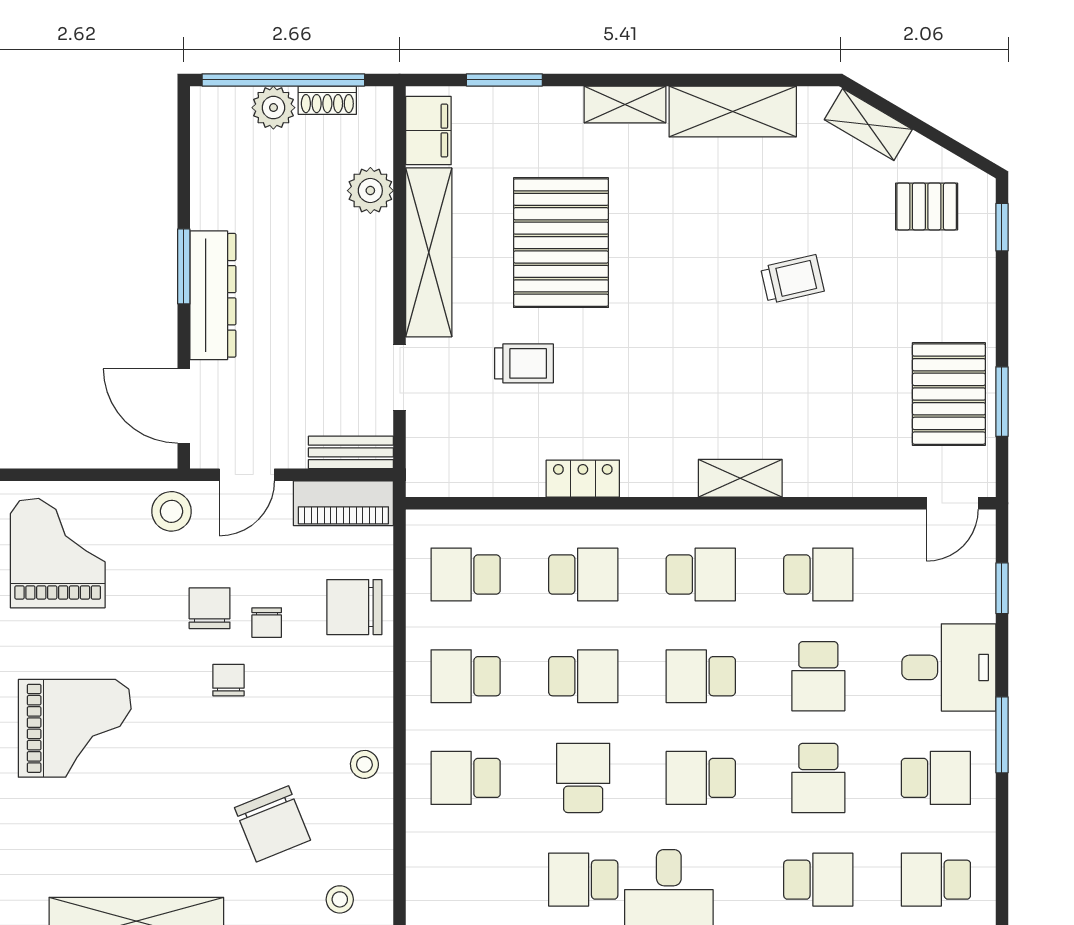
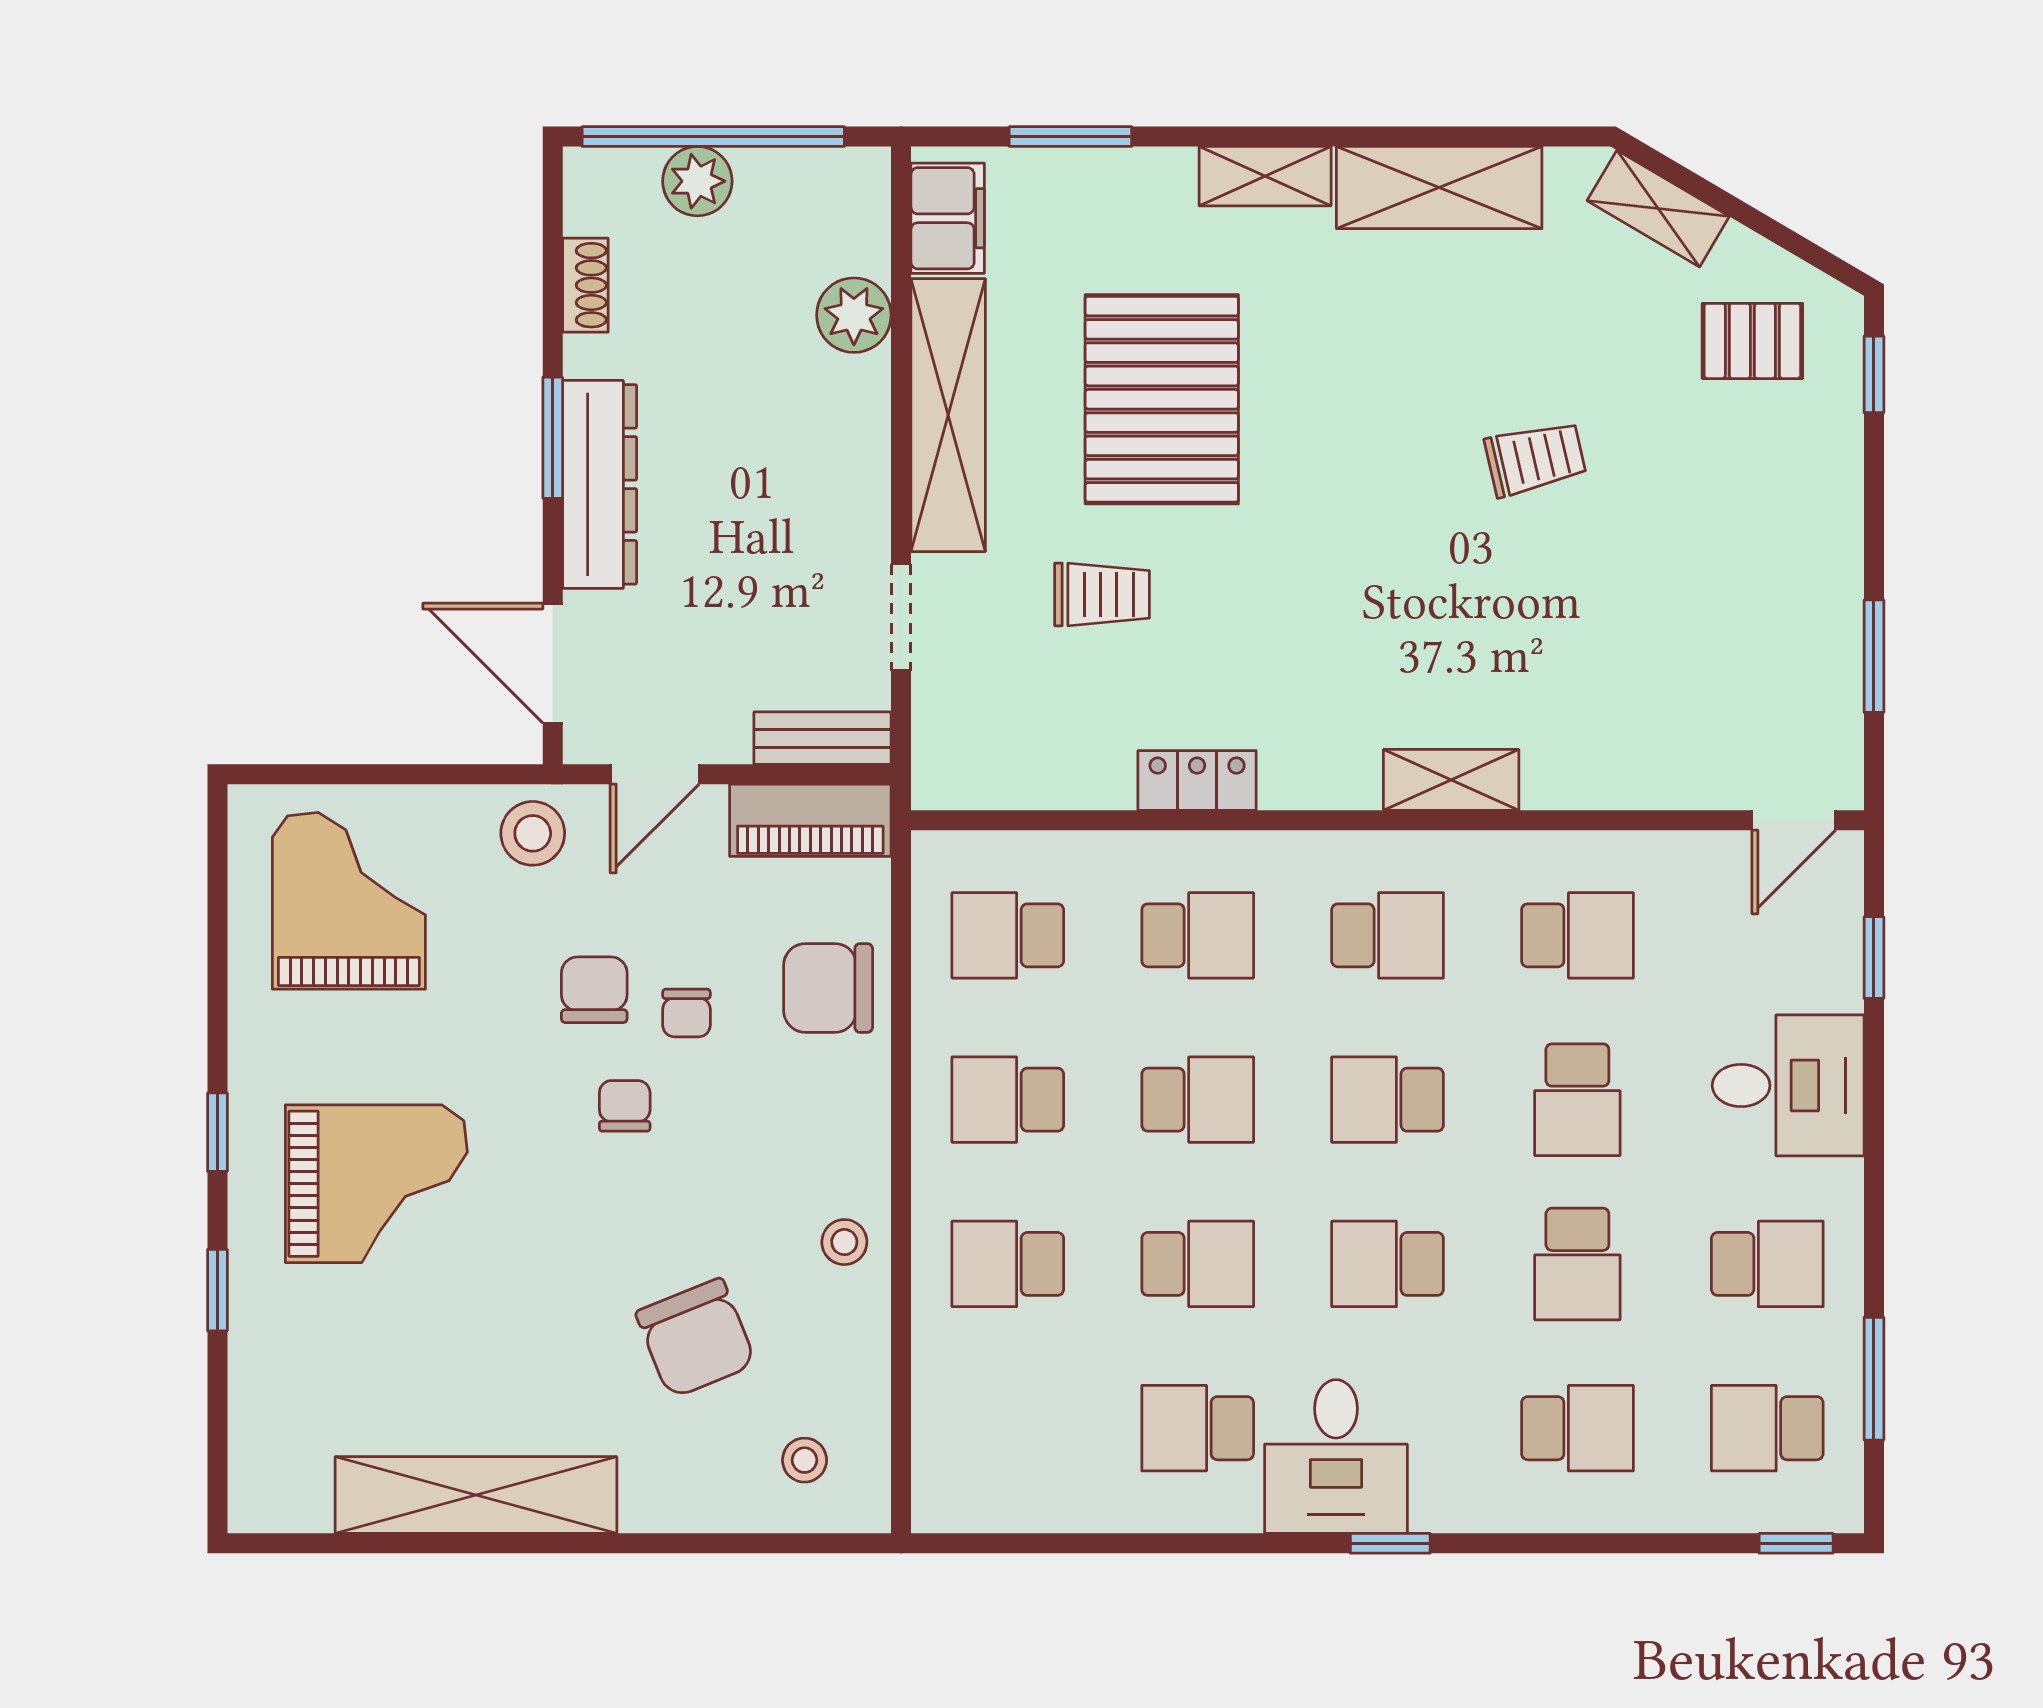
shoe rack: (327, 100) -> (585, 285), moved, turned -90
pallet: (949, 394) -> (1788, 644), removed
window: (1002, 735) -> (1874, 1379), moved
school desk: (583, 778) -> (1198, 1264), turned 90

